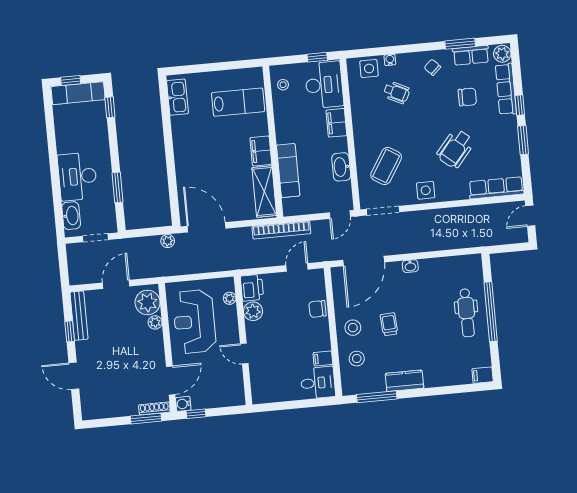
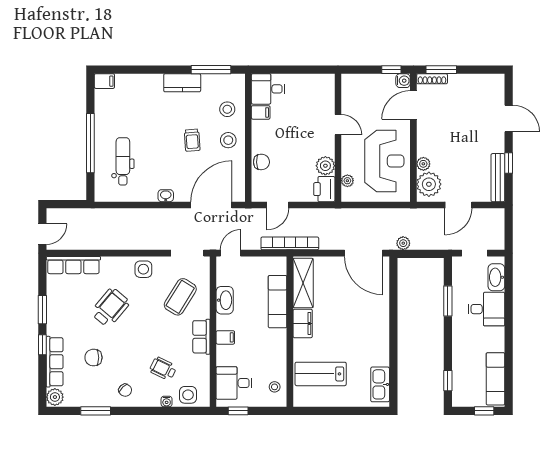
row of seats: (471, 55) -> (201, 337), moved, turned -90
desk: (324, 85) -> (234, 383), width x0.73
exam couch: (78, 93) -> (495, 379), moved, turned -90
filing cabinet: (336, 123) -> (225, 337), width x0.50
desk: (77, 176) -> (486, 309), width x0.73
dental chair: (467, 313) -> (123, 161), moved

